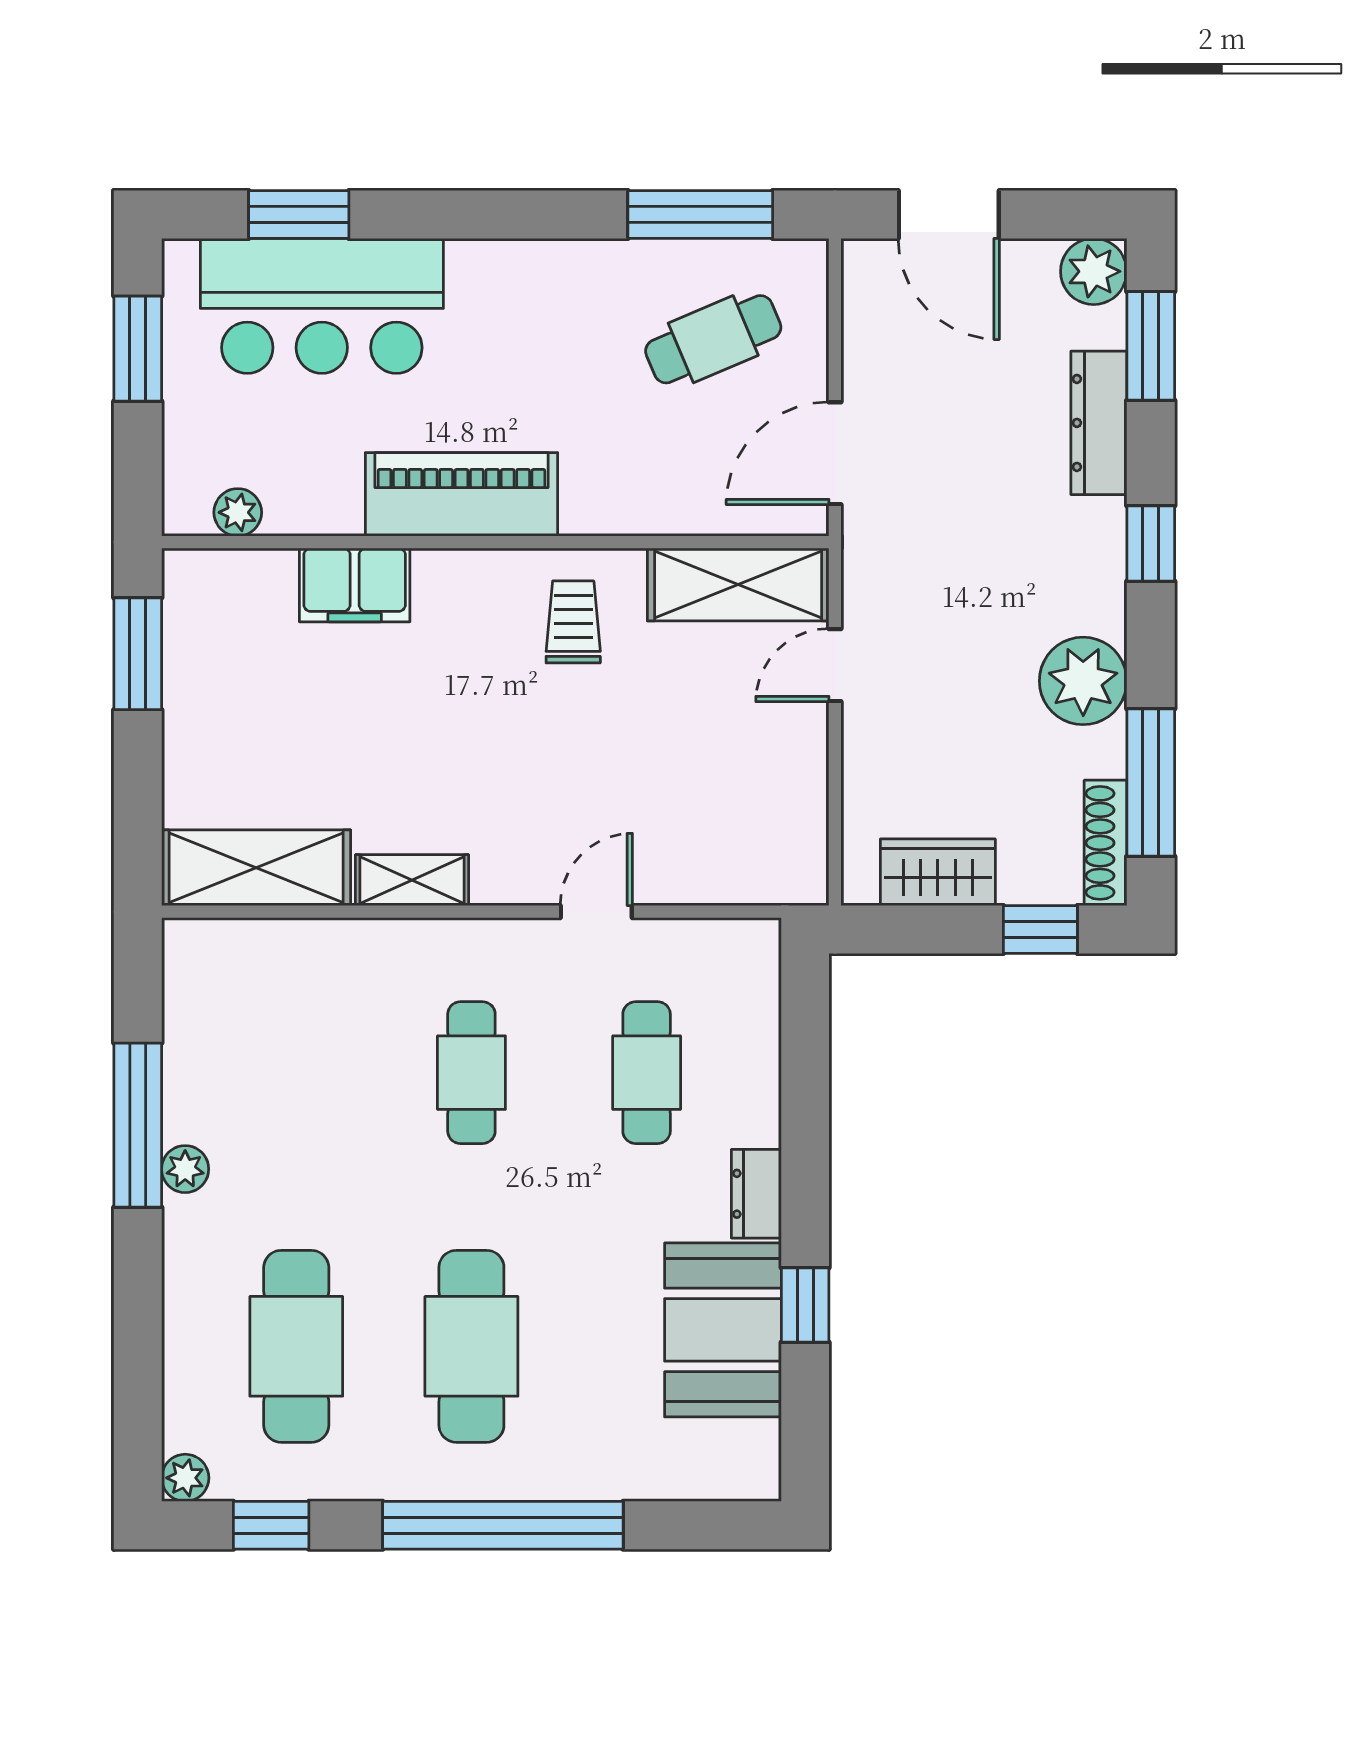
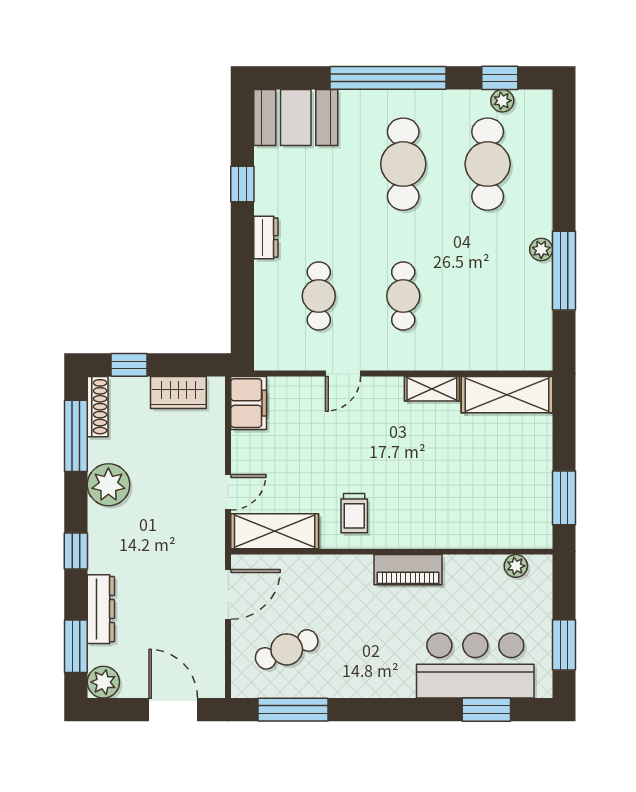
piano: (461, 494) -> (408, 570), width x0.73, depth x0.75
filing cabinet: (355, 585) -> (249, 403), moved, turned 90
booth: (723, 1330) -> (296, 117), moved, turned 90
plant: (185, 1478) -> (502, 101), moved

